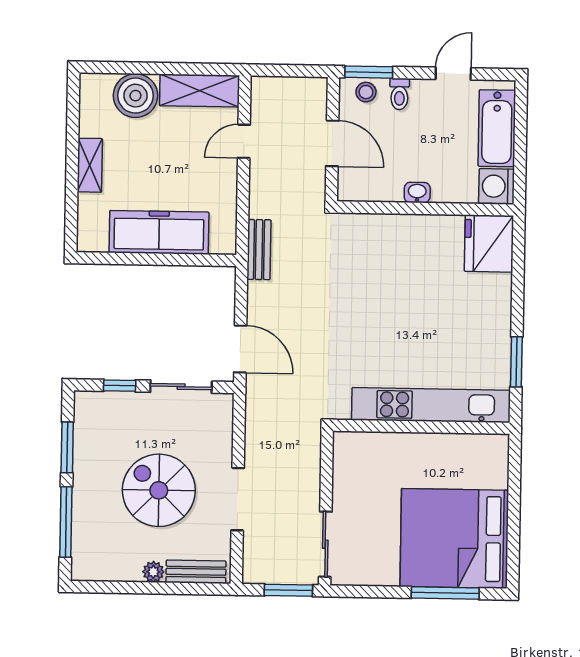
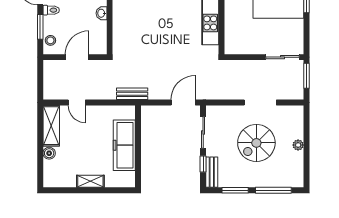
window: (369, 72) -> (40, 27), moved
toilet: (399, 94) -> (51, 10), moved
boiler: (135, 96) -> (49, 153), width x0.54, depth x0.54
bench: (196, 572) -> (212, 172), moved

